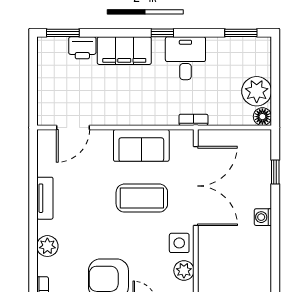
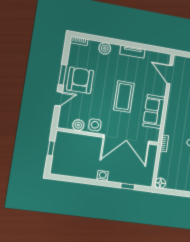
plant: (257, 91) -> (175, 182), removed
coffee table: (142, 198) -> (124, 96), moved

